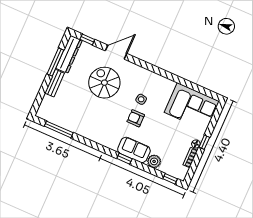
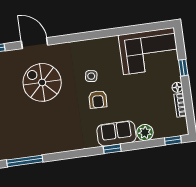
door: (116, 52) -> (35, 43), hinge flipped
armchair: (136, 118) -> (98, 99), turned -88
window: (204, 142) -> (183, 68), moved

